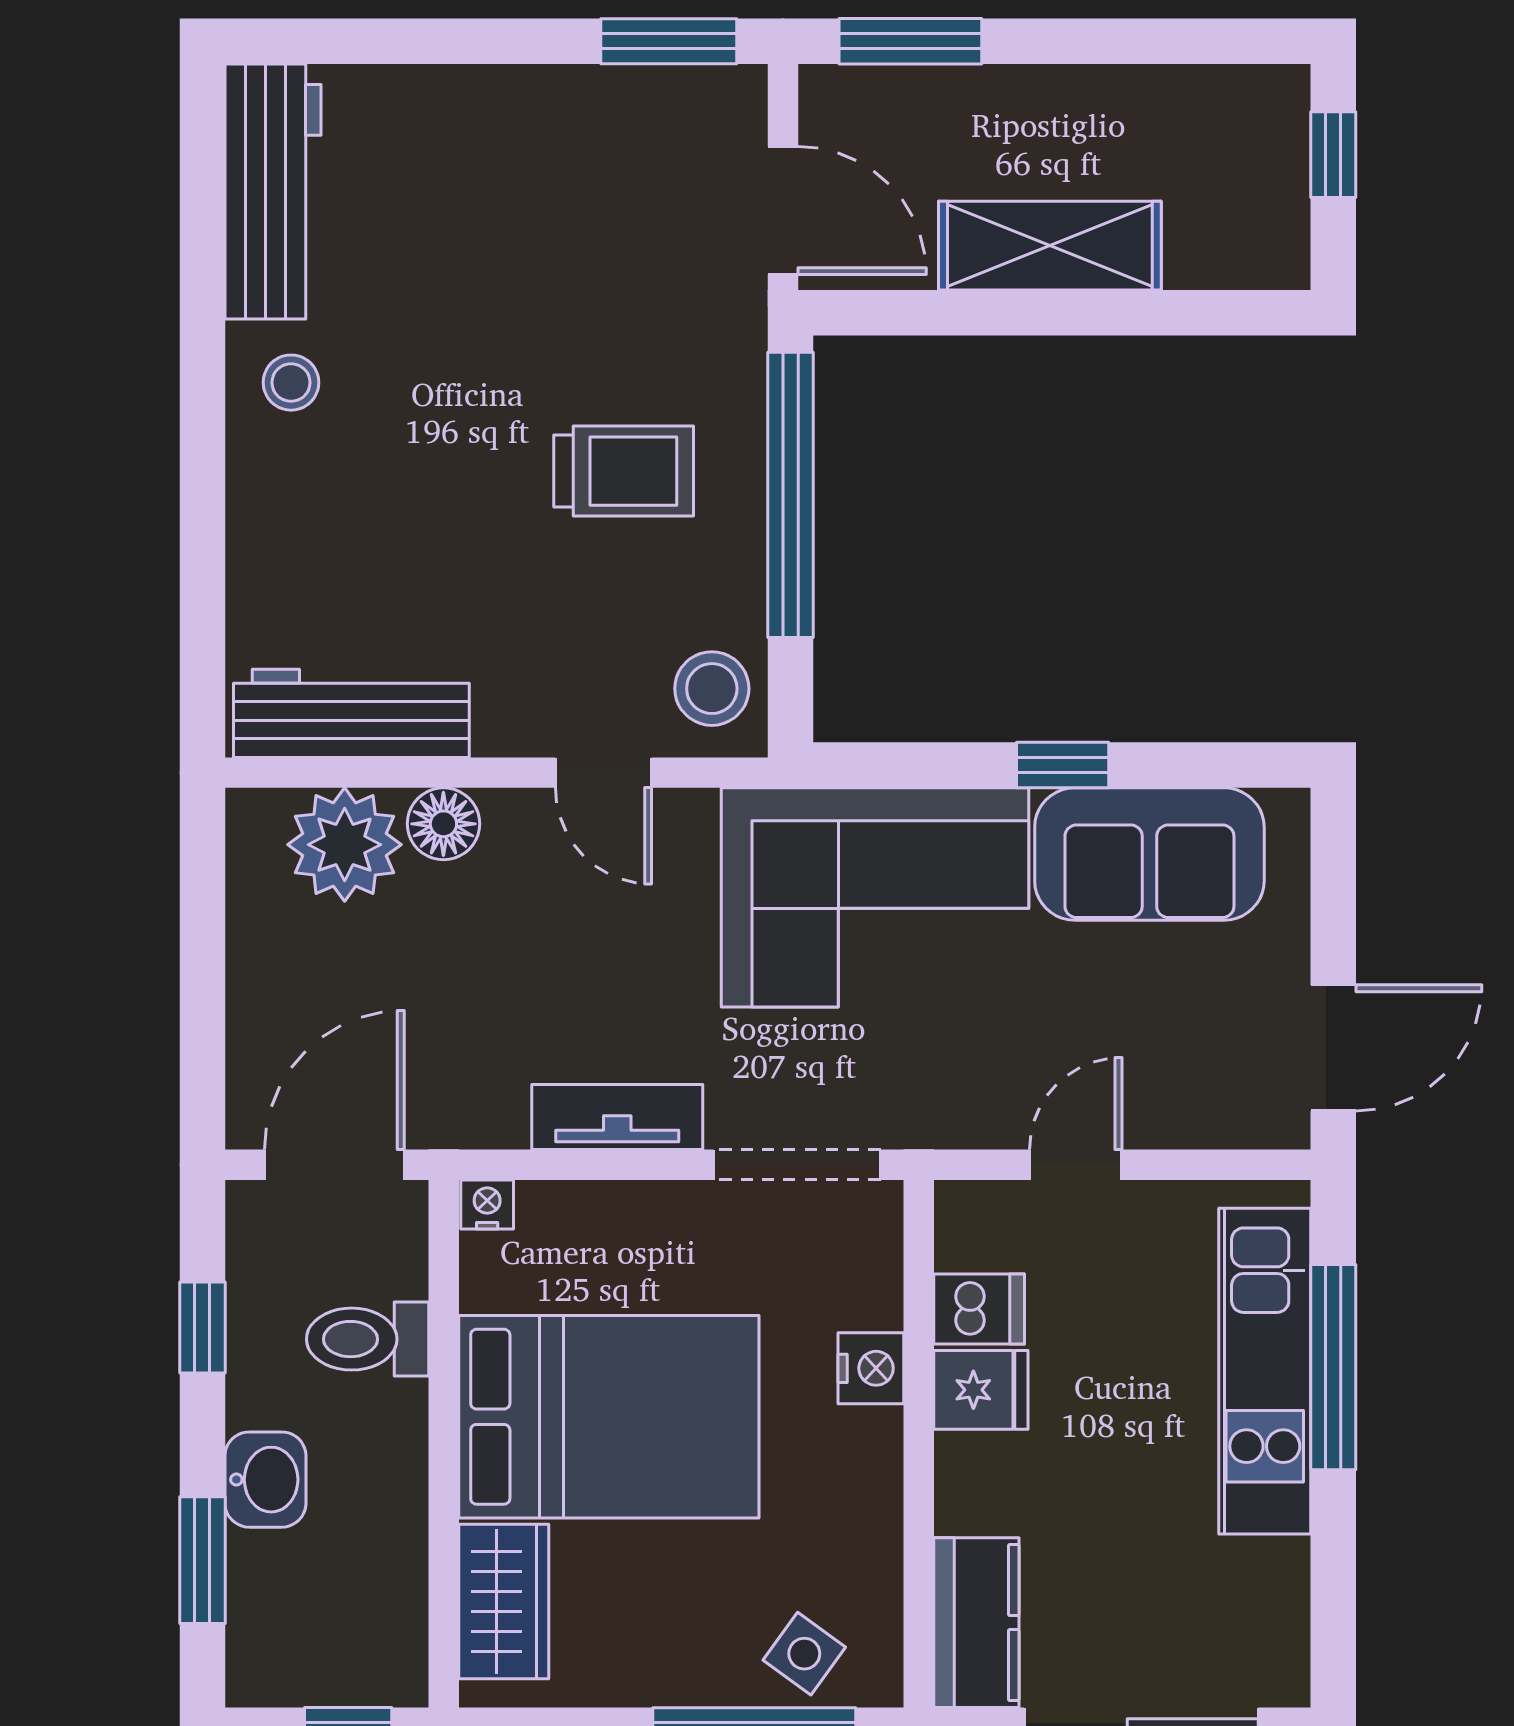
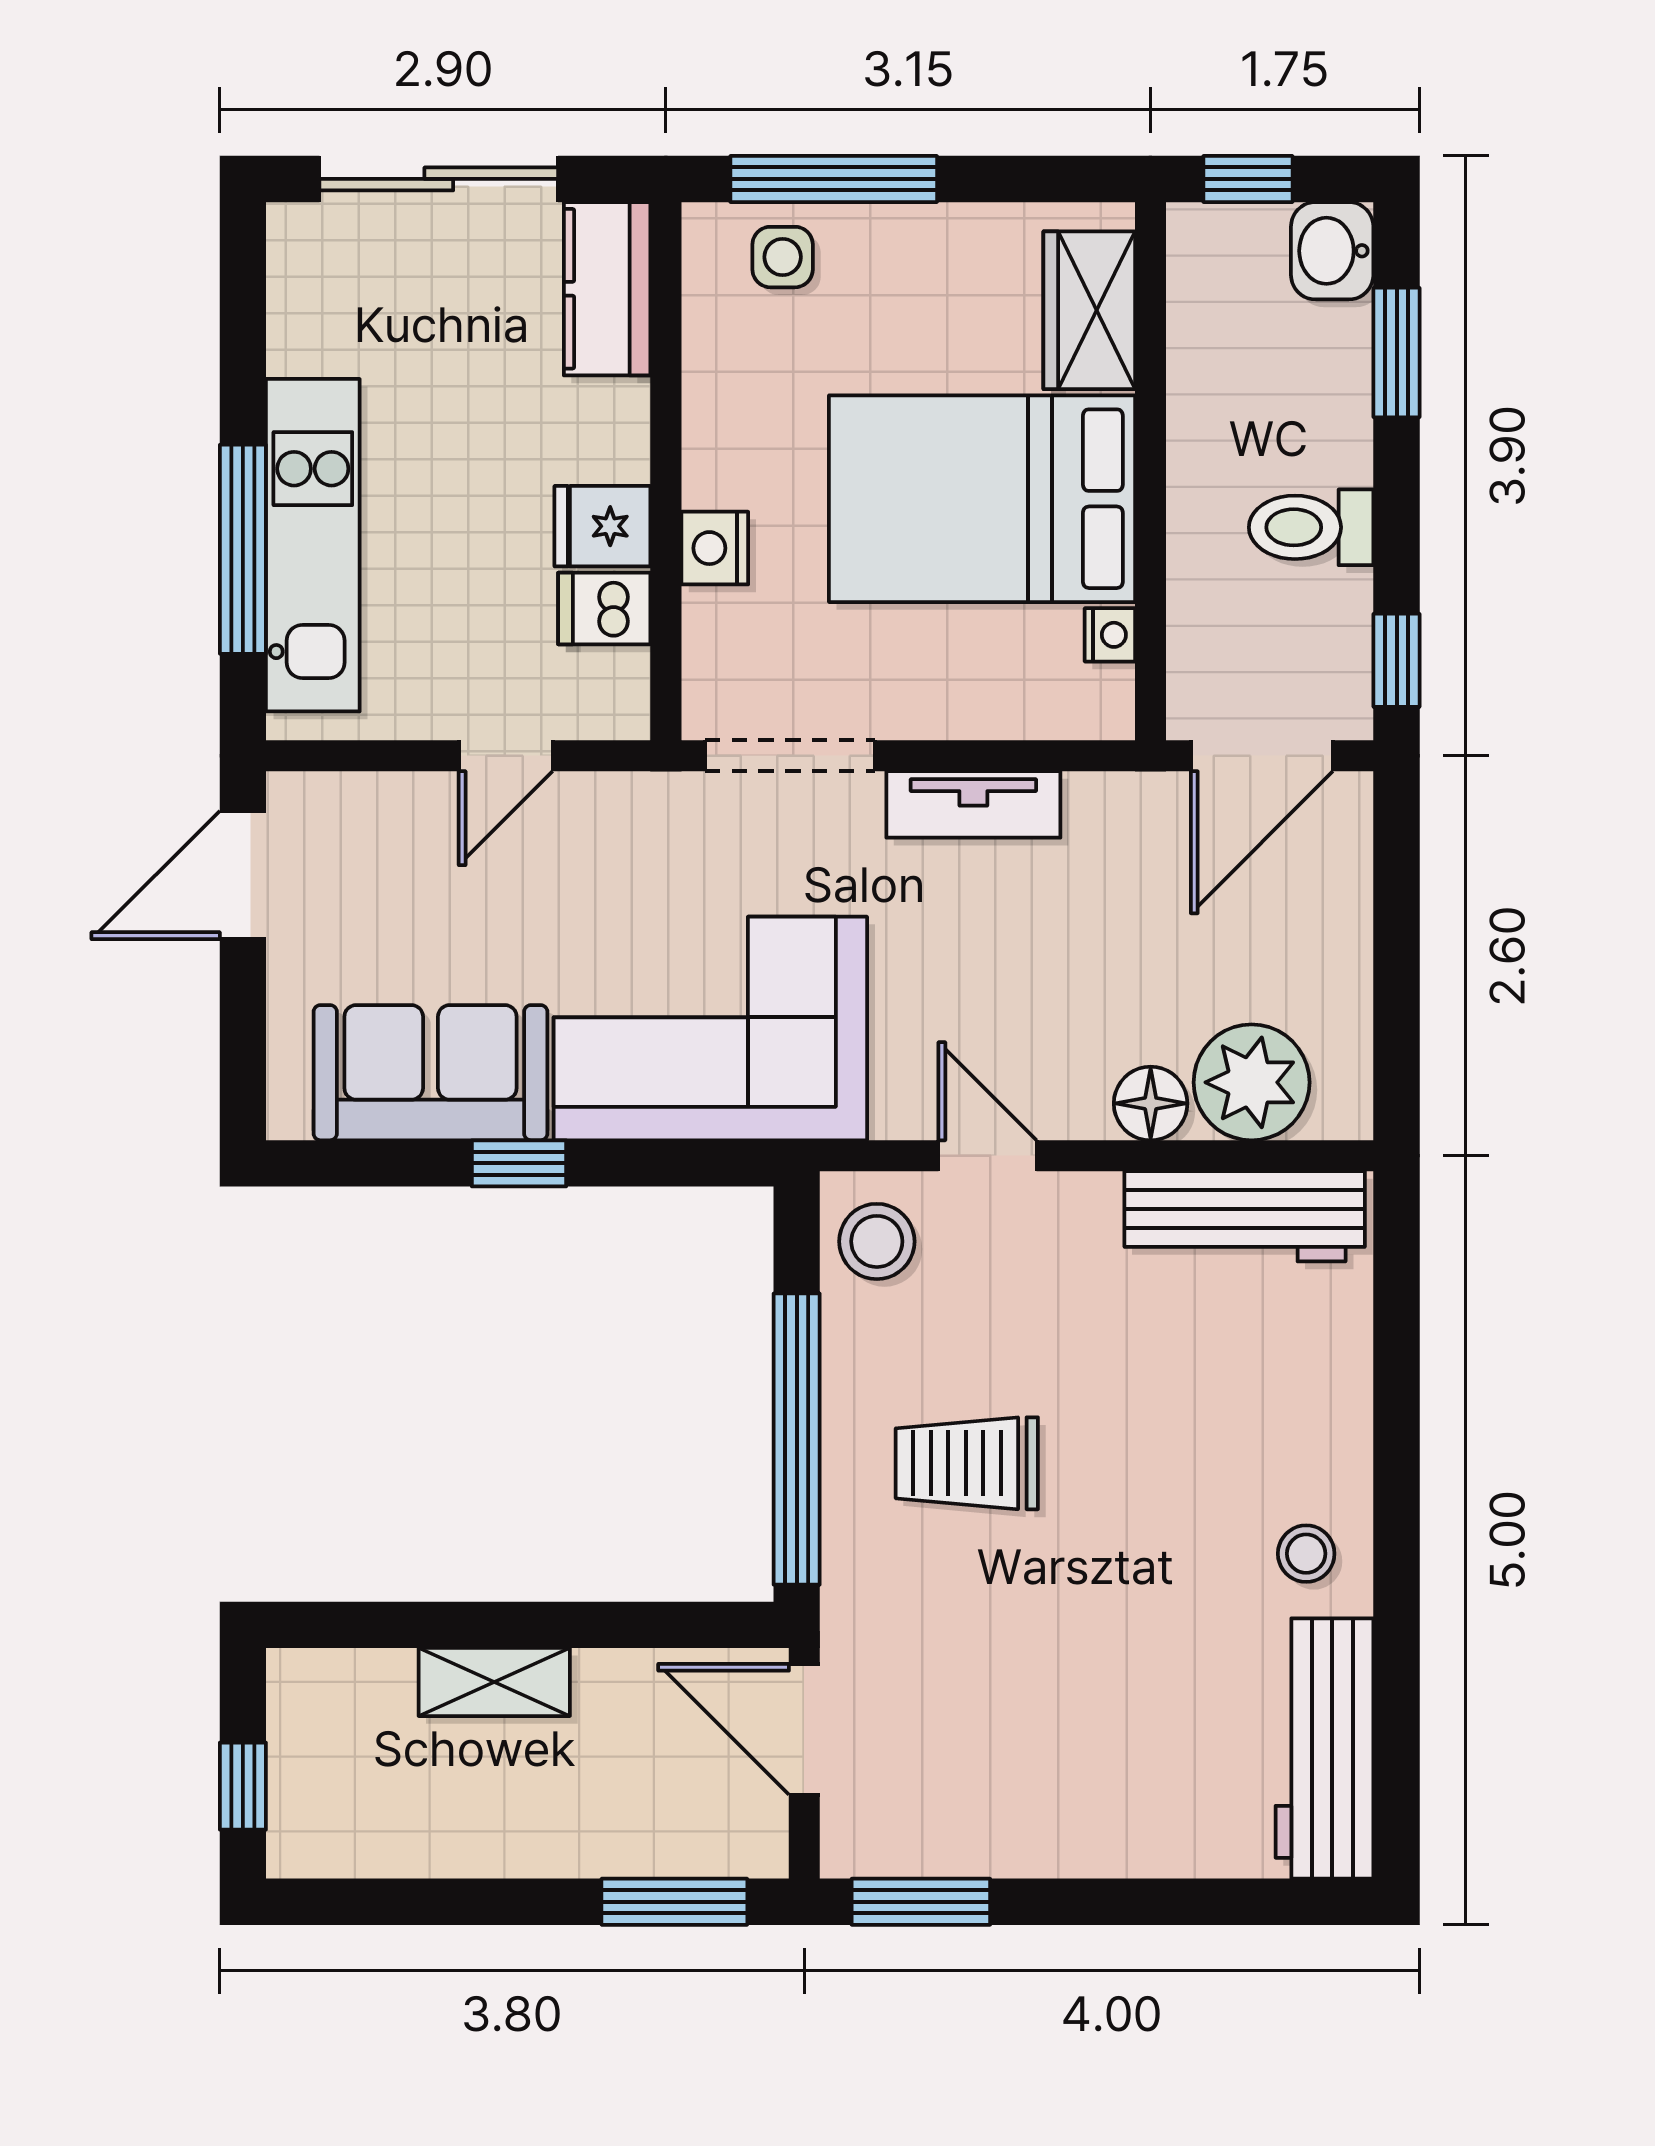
shelving: (1050, 246) -> (494, 1682), width x0.67, depth x0.75
nightstand: (487, 1204) -> (1110, 635), moved, turned -90
window: (202, 1327) -> (1397, 660), moved
toilet: (368, 1339) -> (1311, 527), moved, turned 180
washbasin: (265, 1480) -> (1332, 251), moved
side table: (804, 1654) -> (783, 257), turned -36

